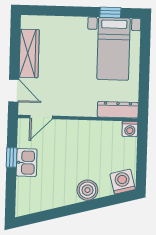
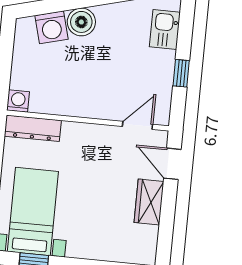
wardrobe: (29, 53) -> (149, 202), width x0.67
kitchen sink: (27, 163) -> (165, 30), moved
washing machine: (123, 182) -> (52, 27), moved

